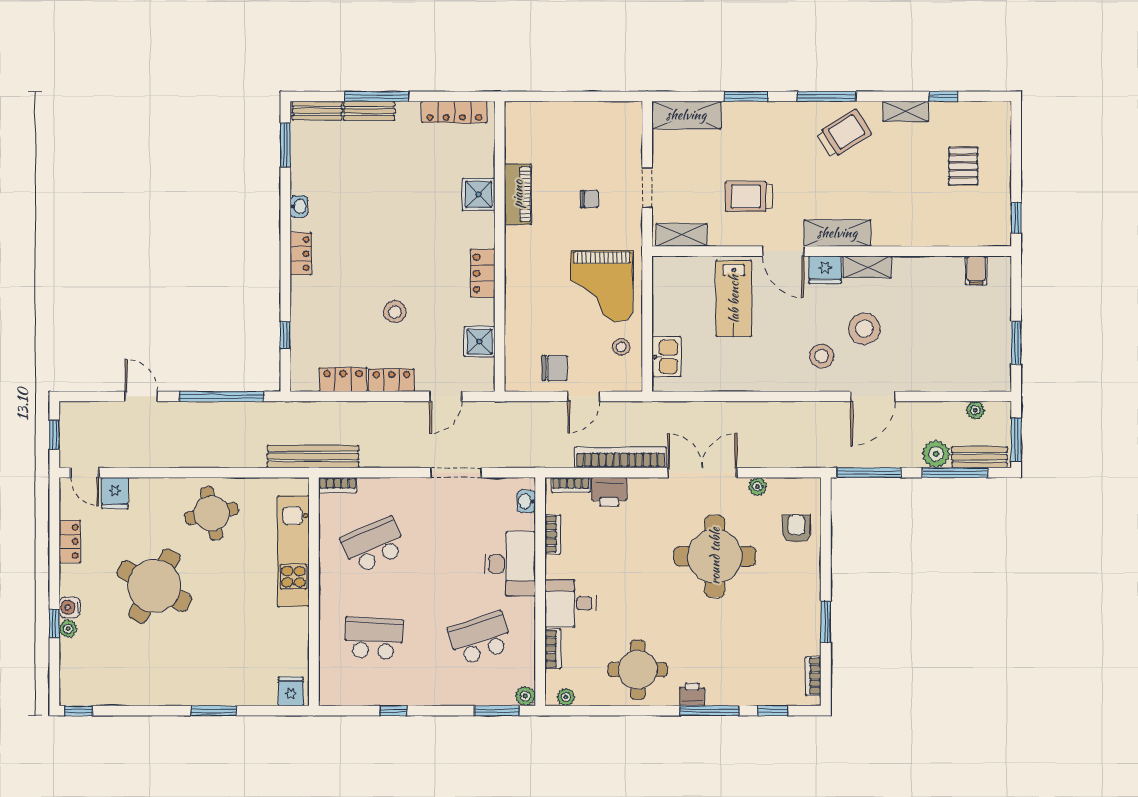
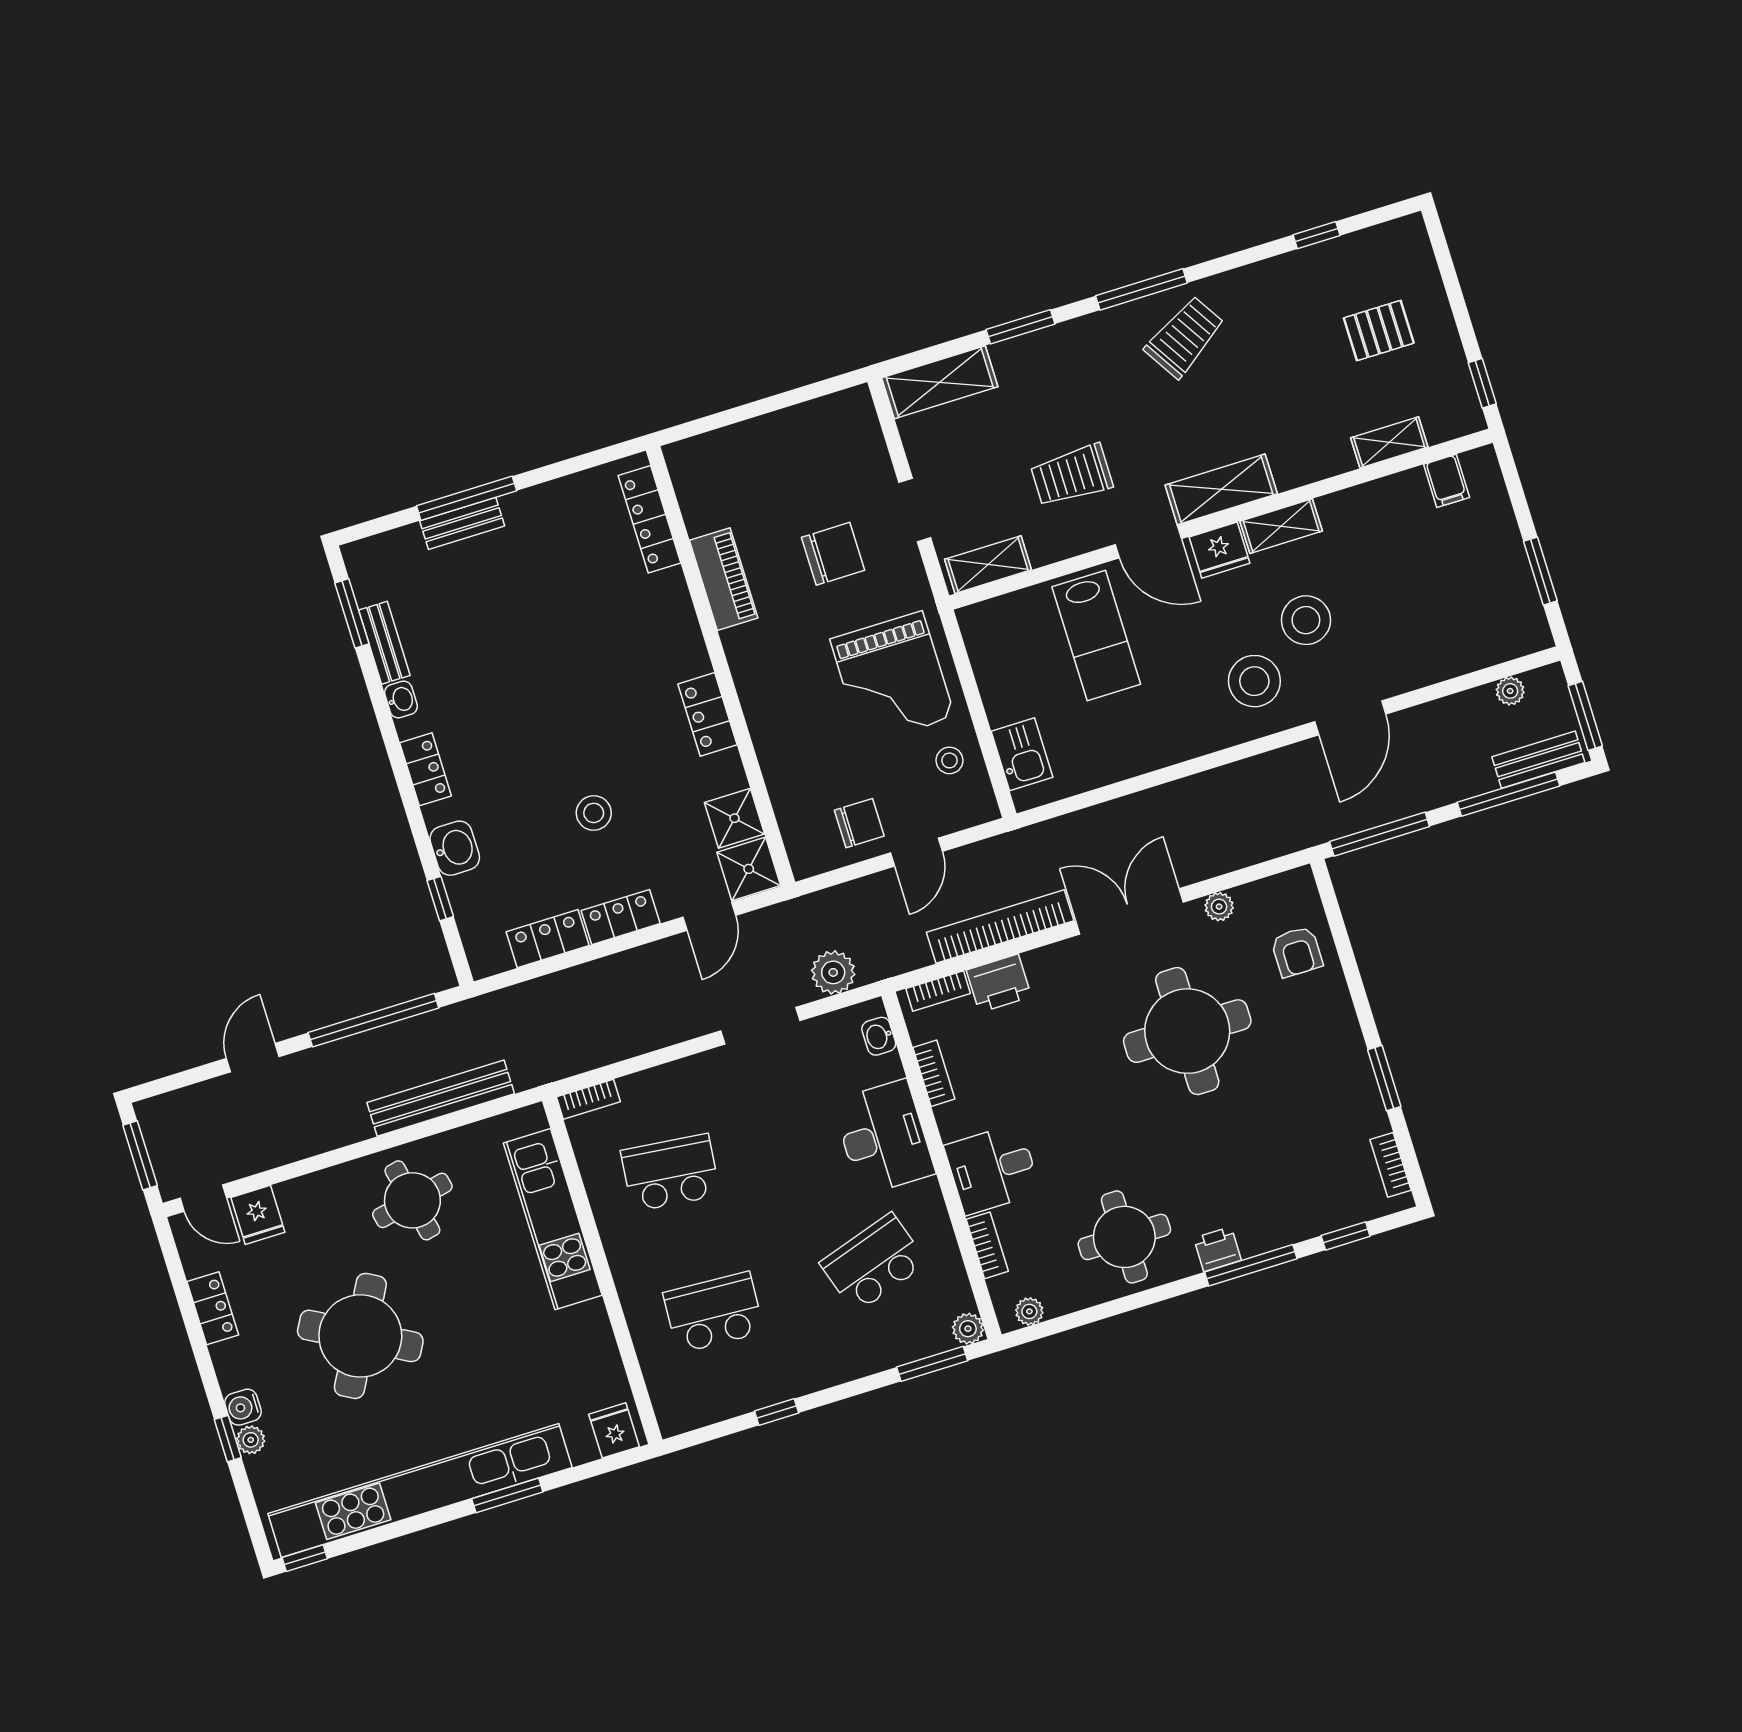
bench: (317, 111) -> (384, 643), moved, turned 90
shelving: (905, 111) -> (1389, 442), moved
locker: (454, 112) -> (649, 519), moved, turned 90
pallet: (963, 166) -> (1379, 330), turned 90
shower: (479, 194) -> (749, 869), moved
chair: (589, 199) -> (833, 554), width x1.87, depth x1.87
washbasin: (304, 307) -> (455, 848), added
stool: (822, 356) -> (1254, 681), width x1.38, depth x1.38
door: (141, 396) -> (253, 1058), hinge flipped
window: (54, 435) -> (140, 1155), width x1.50
plant: (936, 454) -> (833, 972), moved
bench: (313, 456) -> (441, 1098), moved
armchair: (796, 529) -> (1297, 952), turned 180
school desk: (374, 545) -> (670, 1173), turned 30
kitchen unit: (162, 691) -> (420, 1490), added

